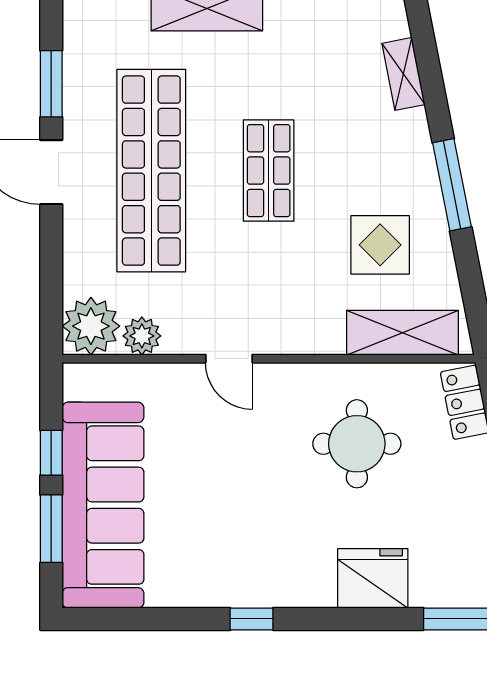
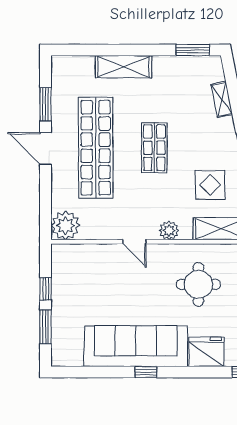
plant: (142, 336) -> (169, 230), moved
sofa: (103, 505) -> (136, 346), moved, turned -90

